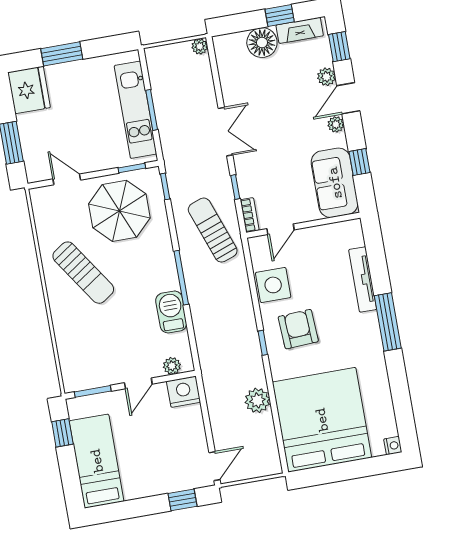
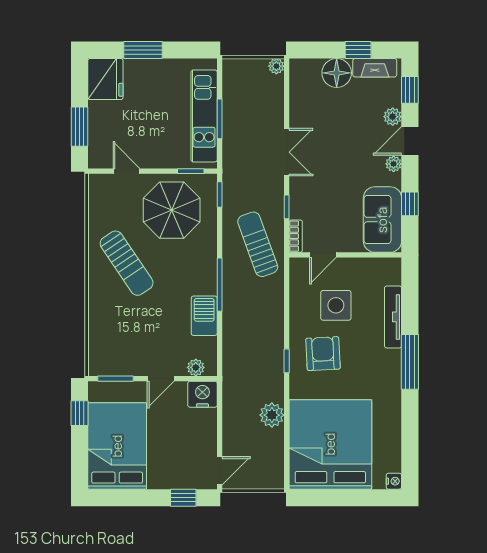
side table: (273, 285) -> (336, 305), moved
bed: (97, 461) -> (117, 446), width x1.50

